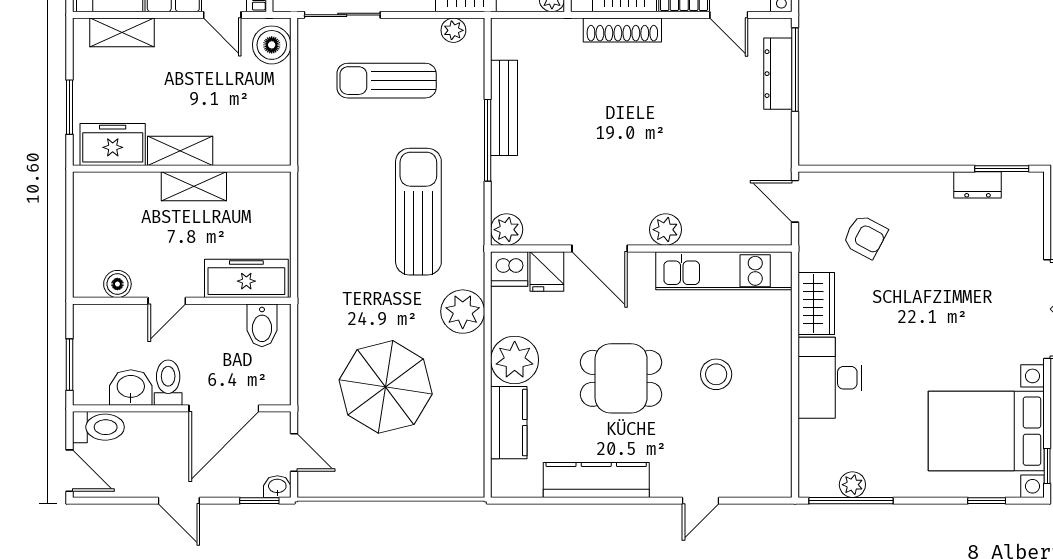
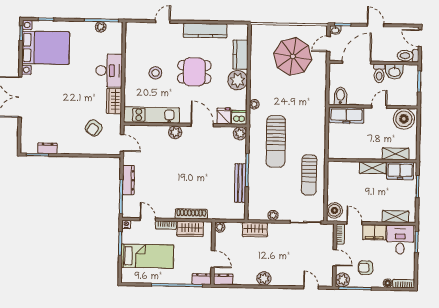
plant: (453, 30) -> (273, 215), moved
dresser: (778, 74) -> (128, 180), moved
sun lounger: (387, 81) -> (309, 175), moved, turned 90
shelving: (194, 186) -> (396, 154), moved
armchair: (865, 237) -> (94, 128), turned -82
boiler: (117, 284) -> (404, 119), width x1.86, depth x1.86
plant: (463, 312) -> (254, 104), width x0.53, depth x0.53
parasol: (386, 387) -> (293, 56), moved
door: (294, 452) -> (328, 44), hinge flipped

